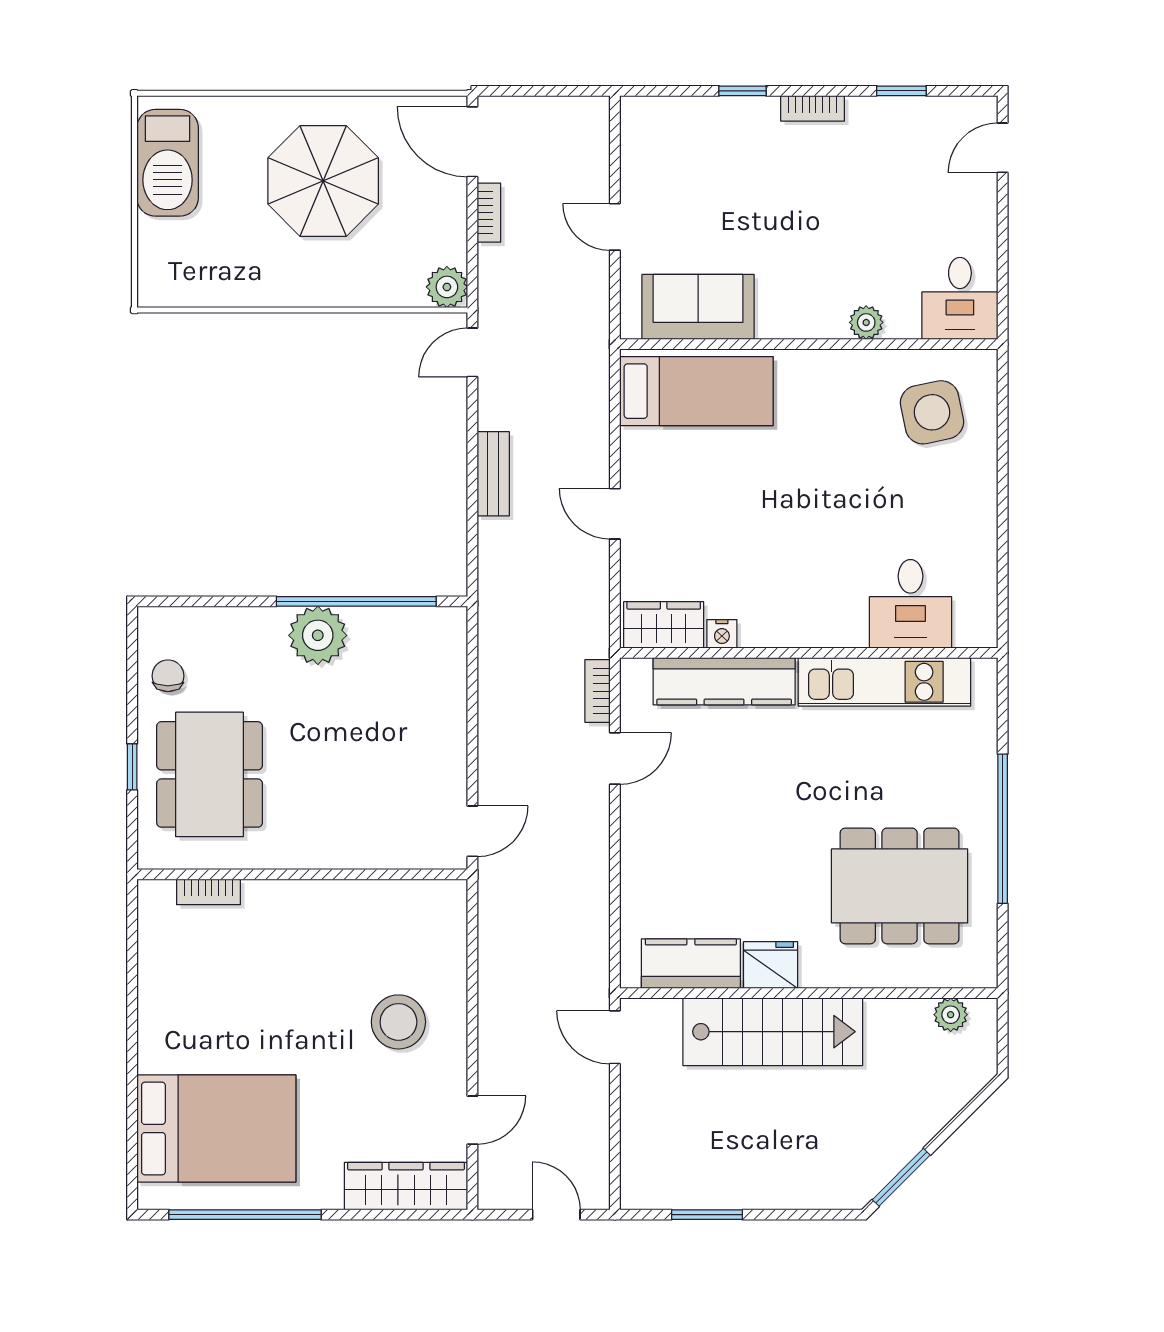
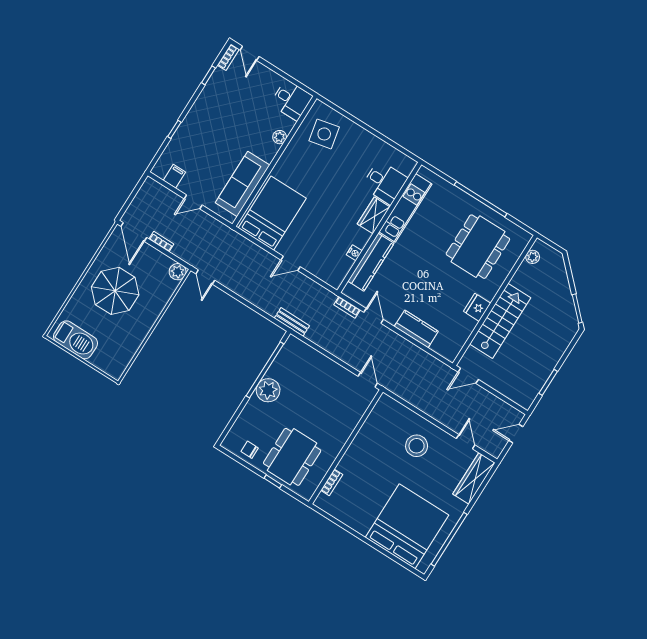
bookcase: (813, 108) -> (228, 57), moved
door: (472, 142) -> (134, 232), hinge flipped
filing cabinet: (644, 153) -> (174, 176), added
sofa: (698, 307) -> (243, 184), width x1.36
bed: (696, 391) -> (272, 213), width x1.50
bench: (493, 474) -> (292, 322), moved
wardrobe: (664, 625) -> (374, 215), moved
dining table: (210, 774) -> (292, 457), turned 90
kitchen counter: (691, 964) -> (416, 329), moved, turned 90
bed: (216, 1129) -> (407, 526), width x1.36

